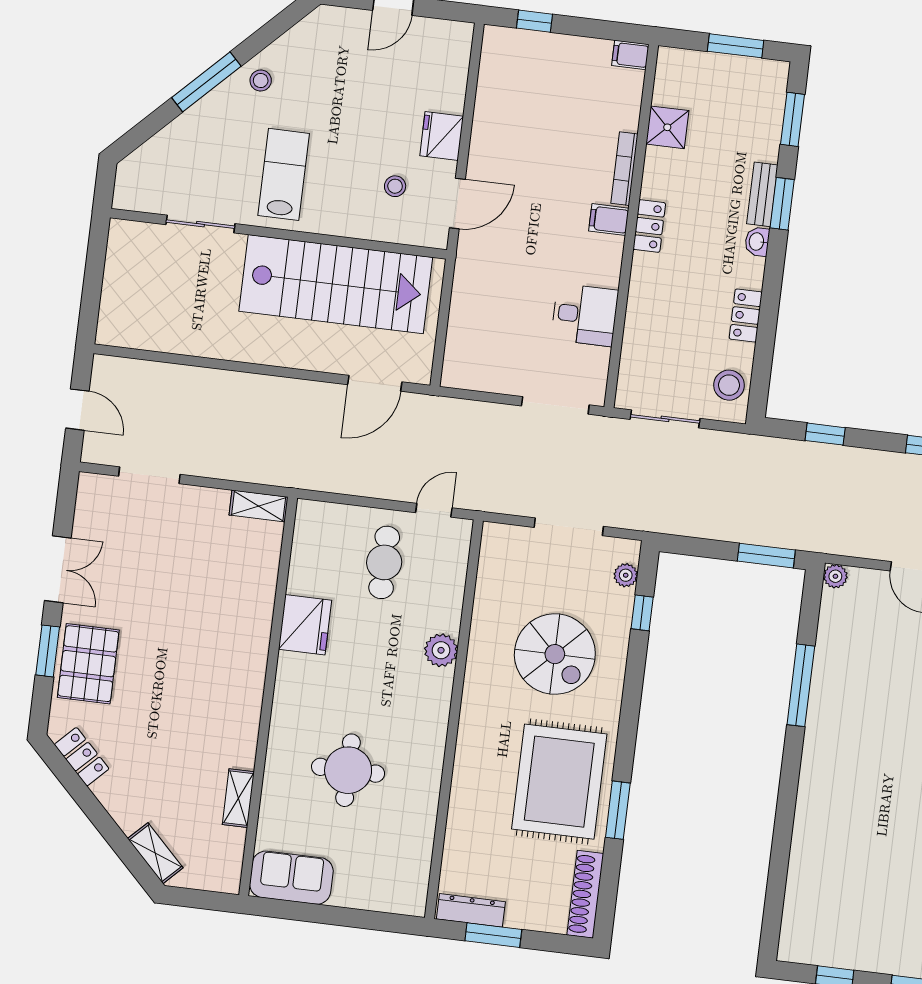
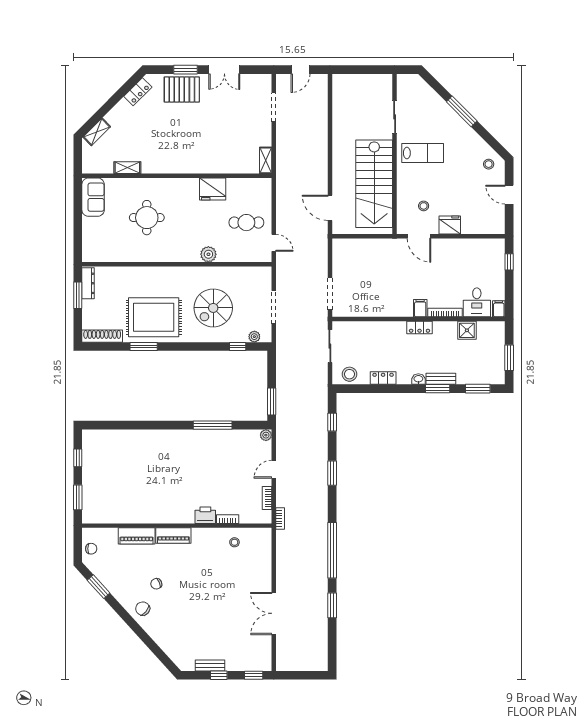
stool: (261, 81) -> (489, 164), moved
desk: (585, 315) -> (477, 302), moved

